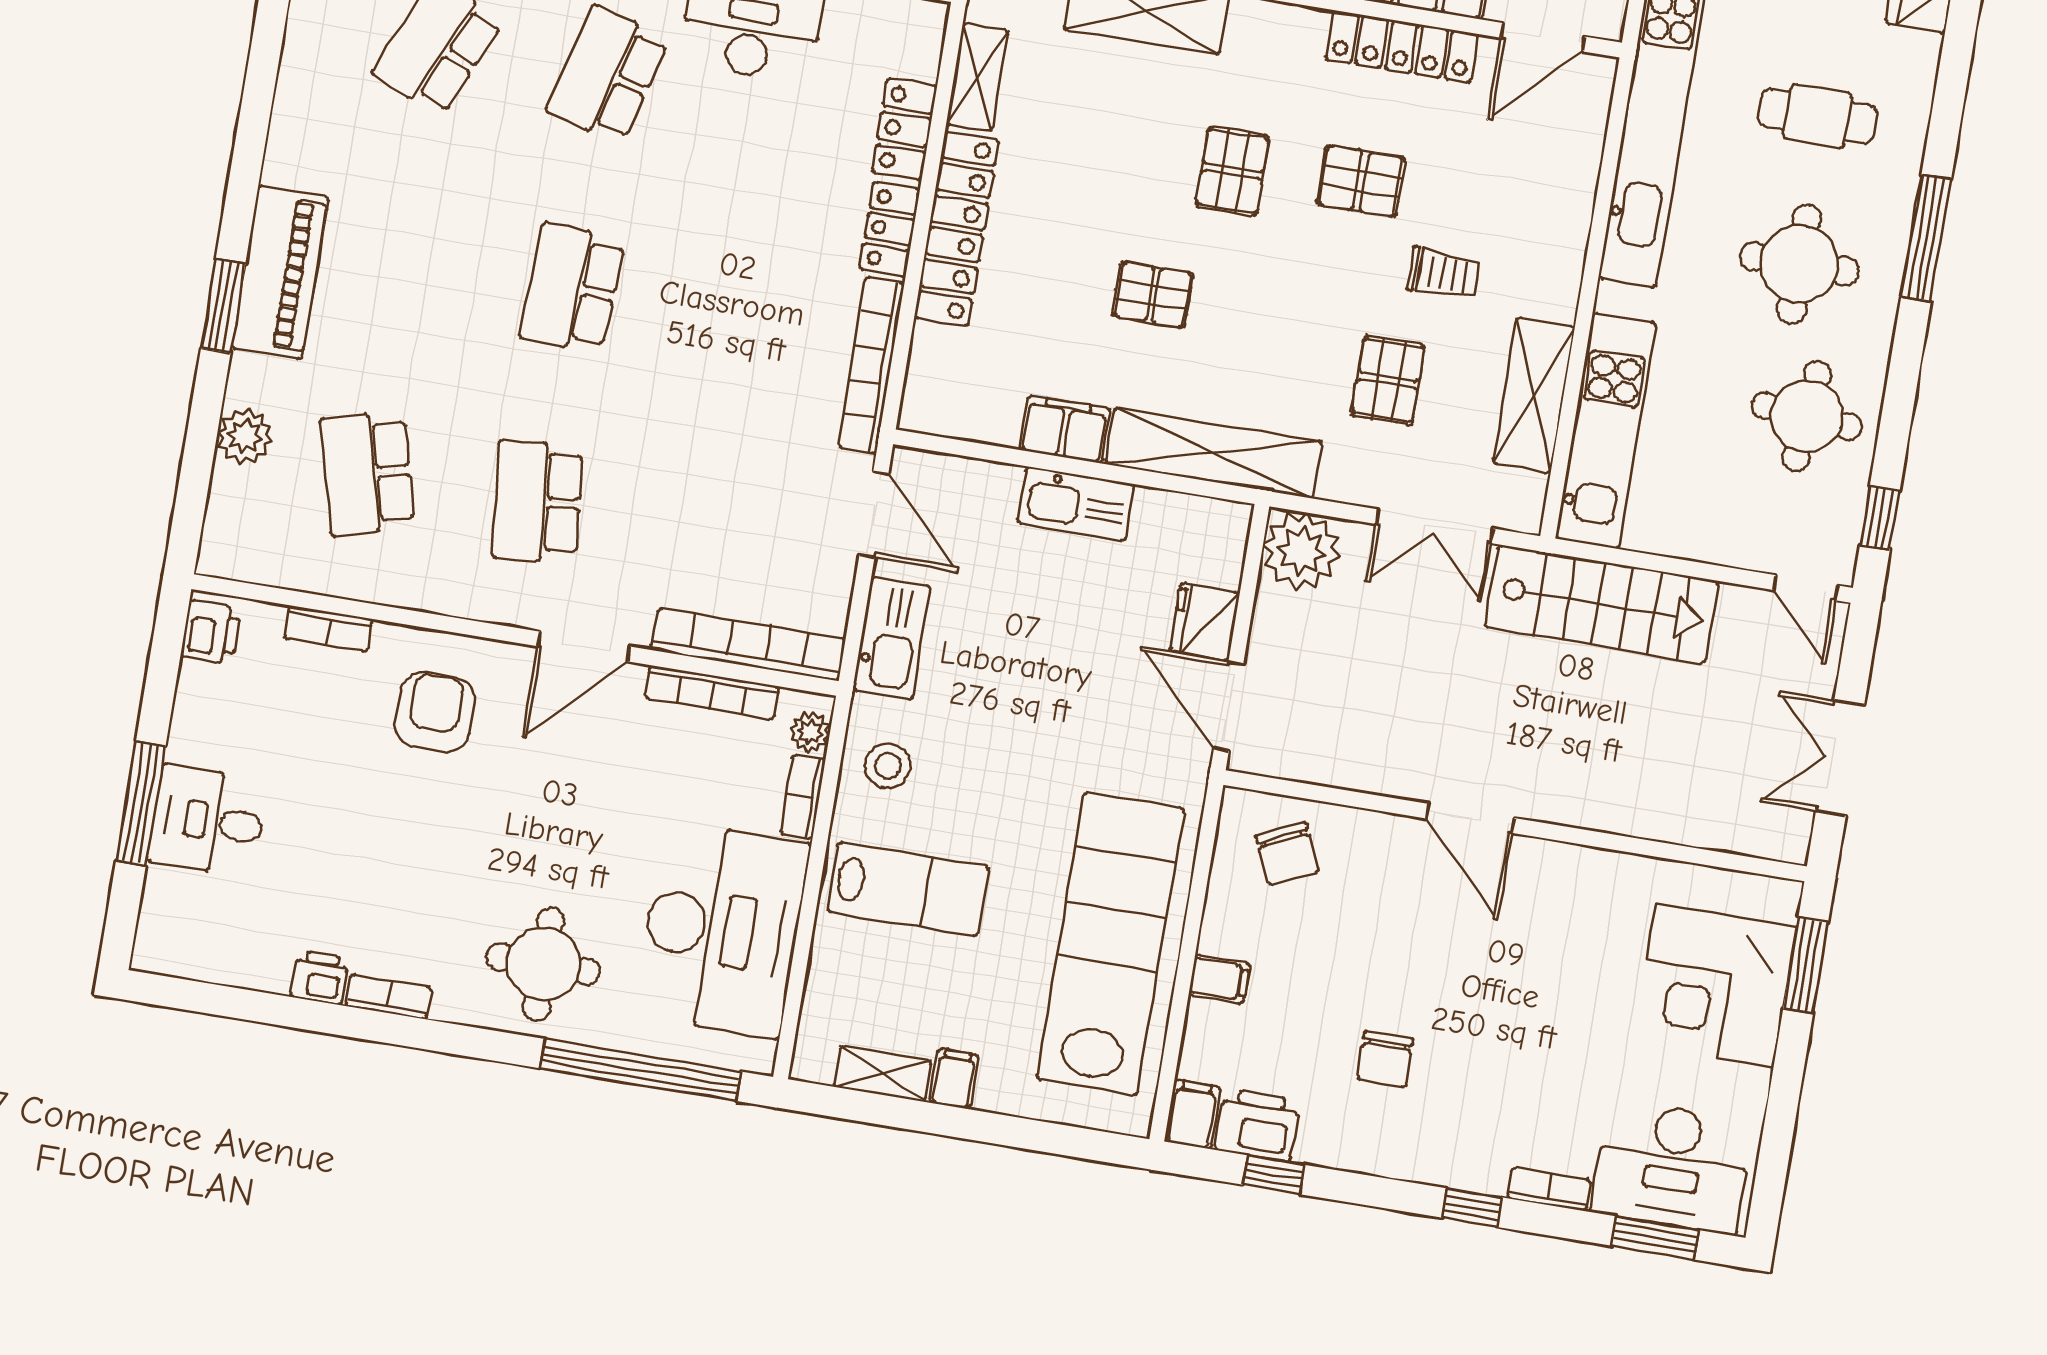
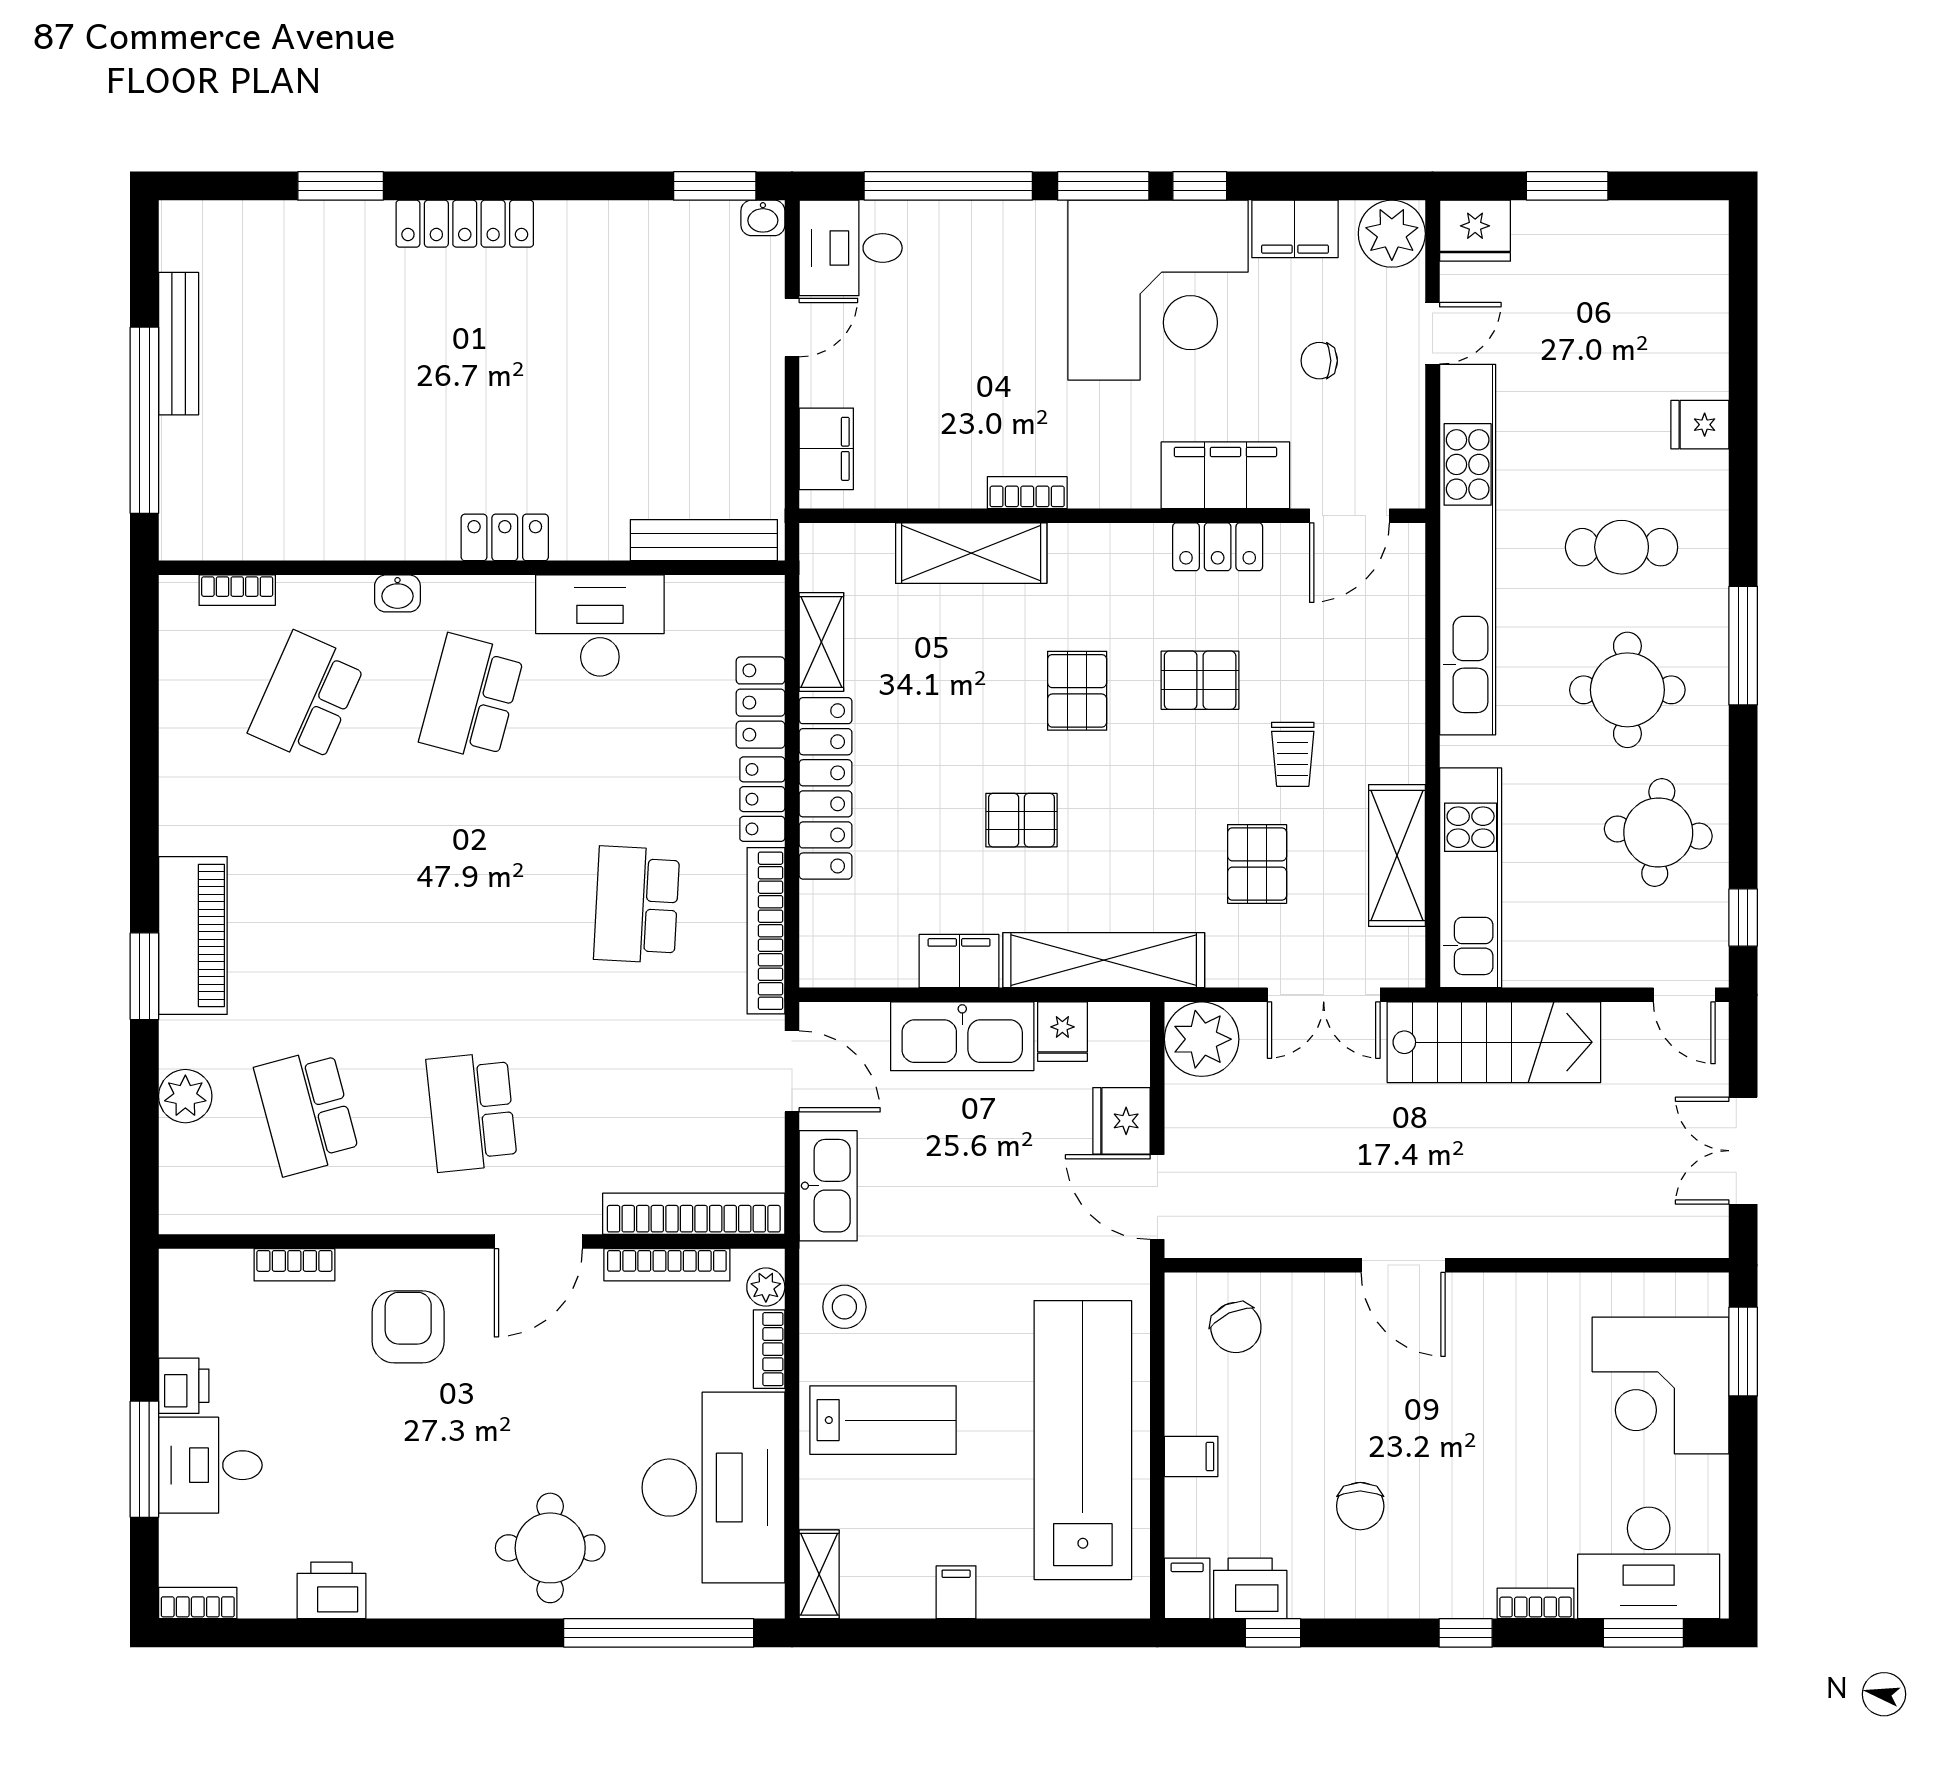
locker: (1402, 47) -> (1218, 547), width x0.66
trolley: (1444, 273) -> (1293, 754), turned 90
school desk: (572, 288) -> (637, 905), moved
kitchen sink: (1076, 504) -> (962, 1036), width x1.36, depth x1.24
fridge: (1159, 520) -> (1062, 1032), added
printer: (211, 632) -> (184, 1386), moved
printer: (320, 978) -> (331, 1590), width x1.36, depth x1.24
bookcase: (389, 997) -> (198, 1603), moved
shelving: (883, 1074) -> (819, 1574), moved, turned 90

